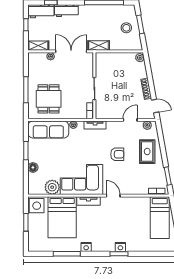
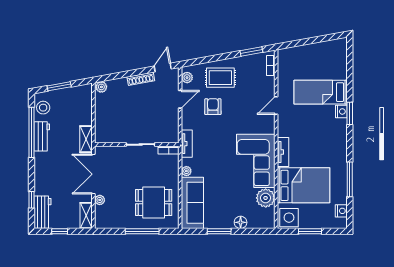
workbench: (66, 11) -> (42, 136), moved
stool: (126, 28) -> (43, 108), moved
door: (130, 120) -> (180, 99), swing flipped
armchair: (117, 154) -> (213, 107), moved
door: (113, 196) -> (276, 106), moved
bed: (160, 218) -> (321, 92), moved, turned 180
nightstand: (86, 247) -> (341, 211), moved

